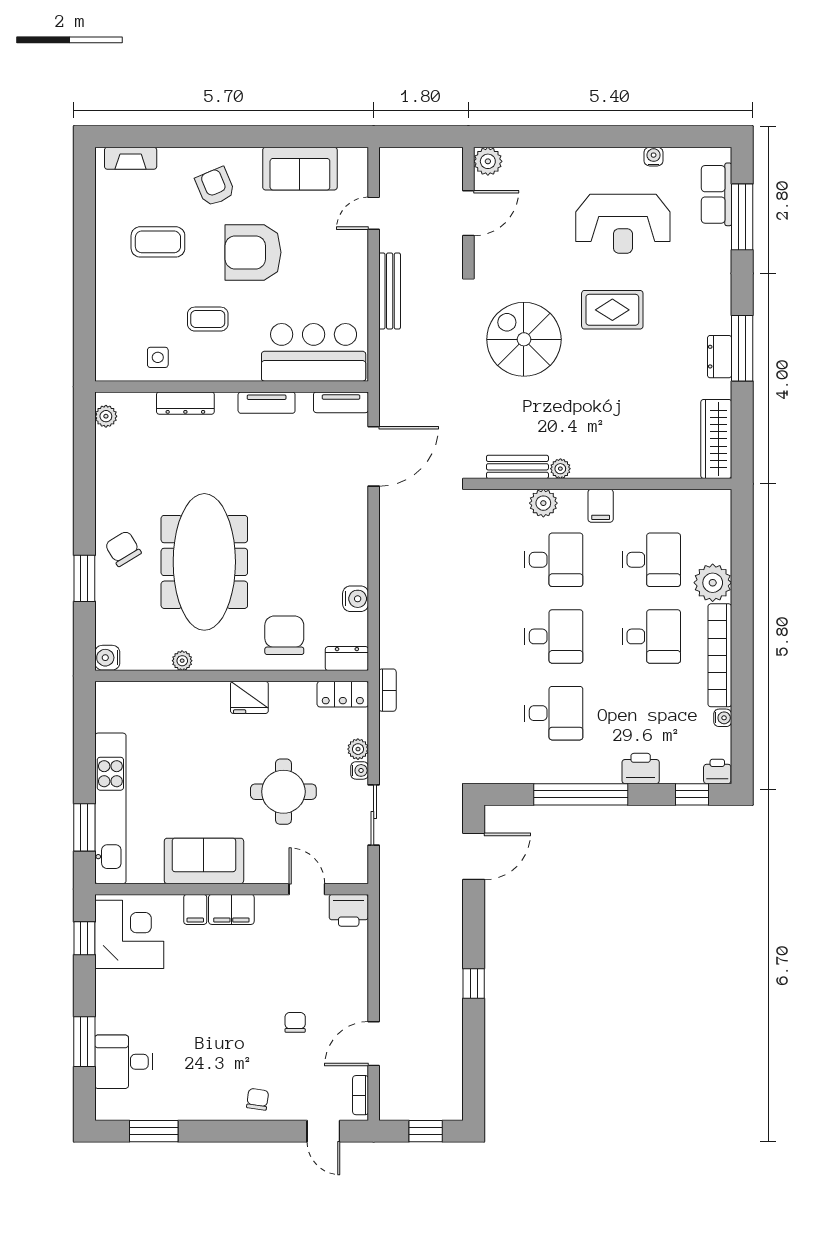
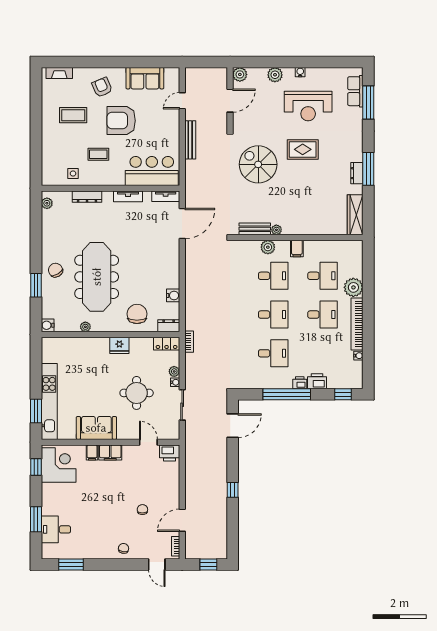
water cooler: (654, 157) -> (300, 72), moved
plant: (557, 162) -> (275, 75), added
printer: (717, 772) -> (300, 383), moved

